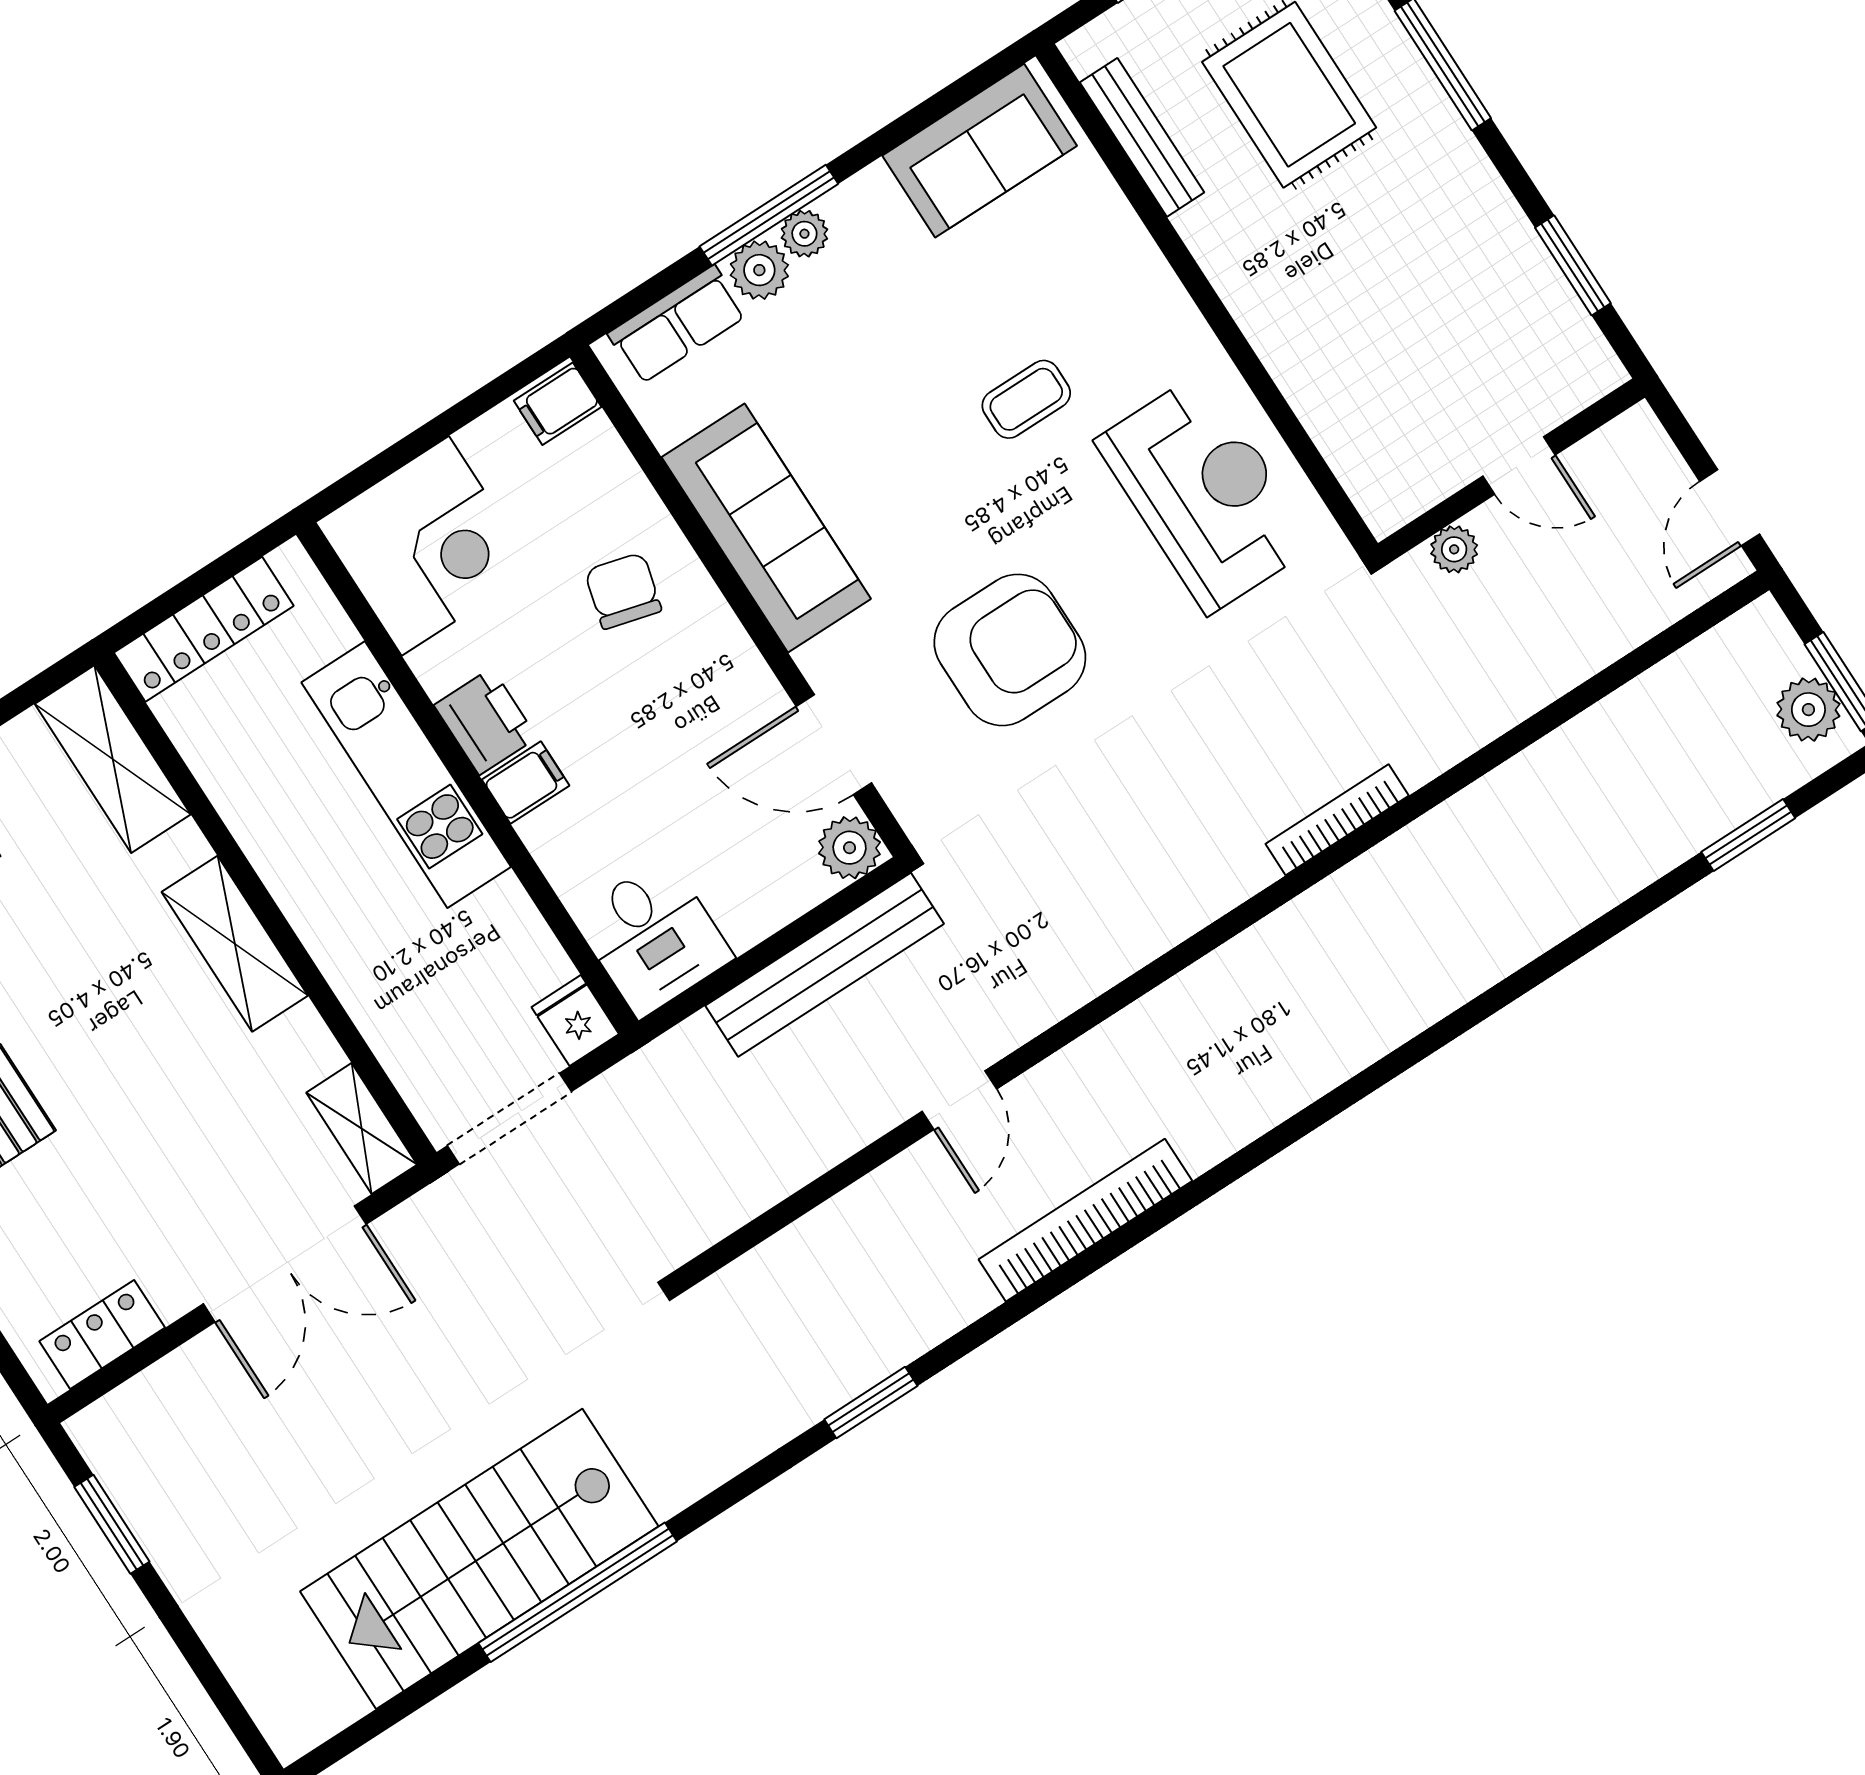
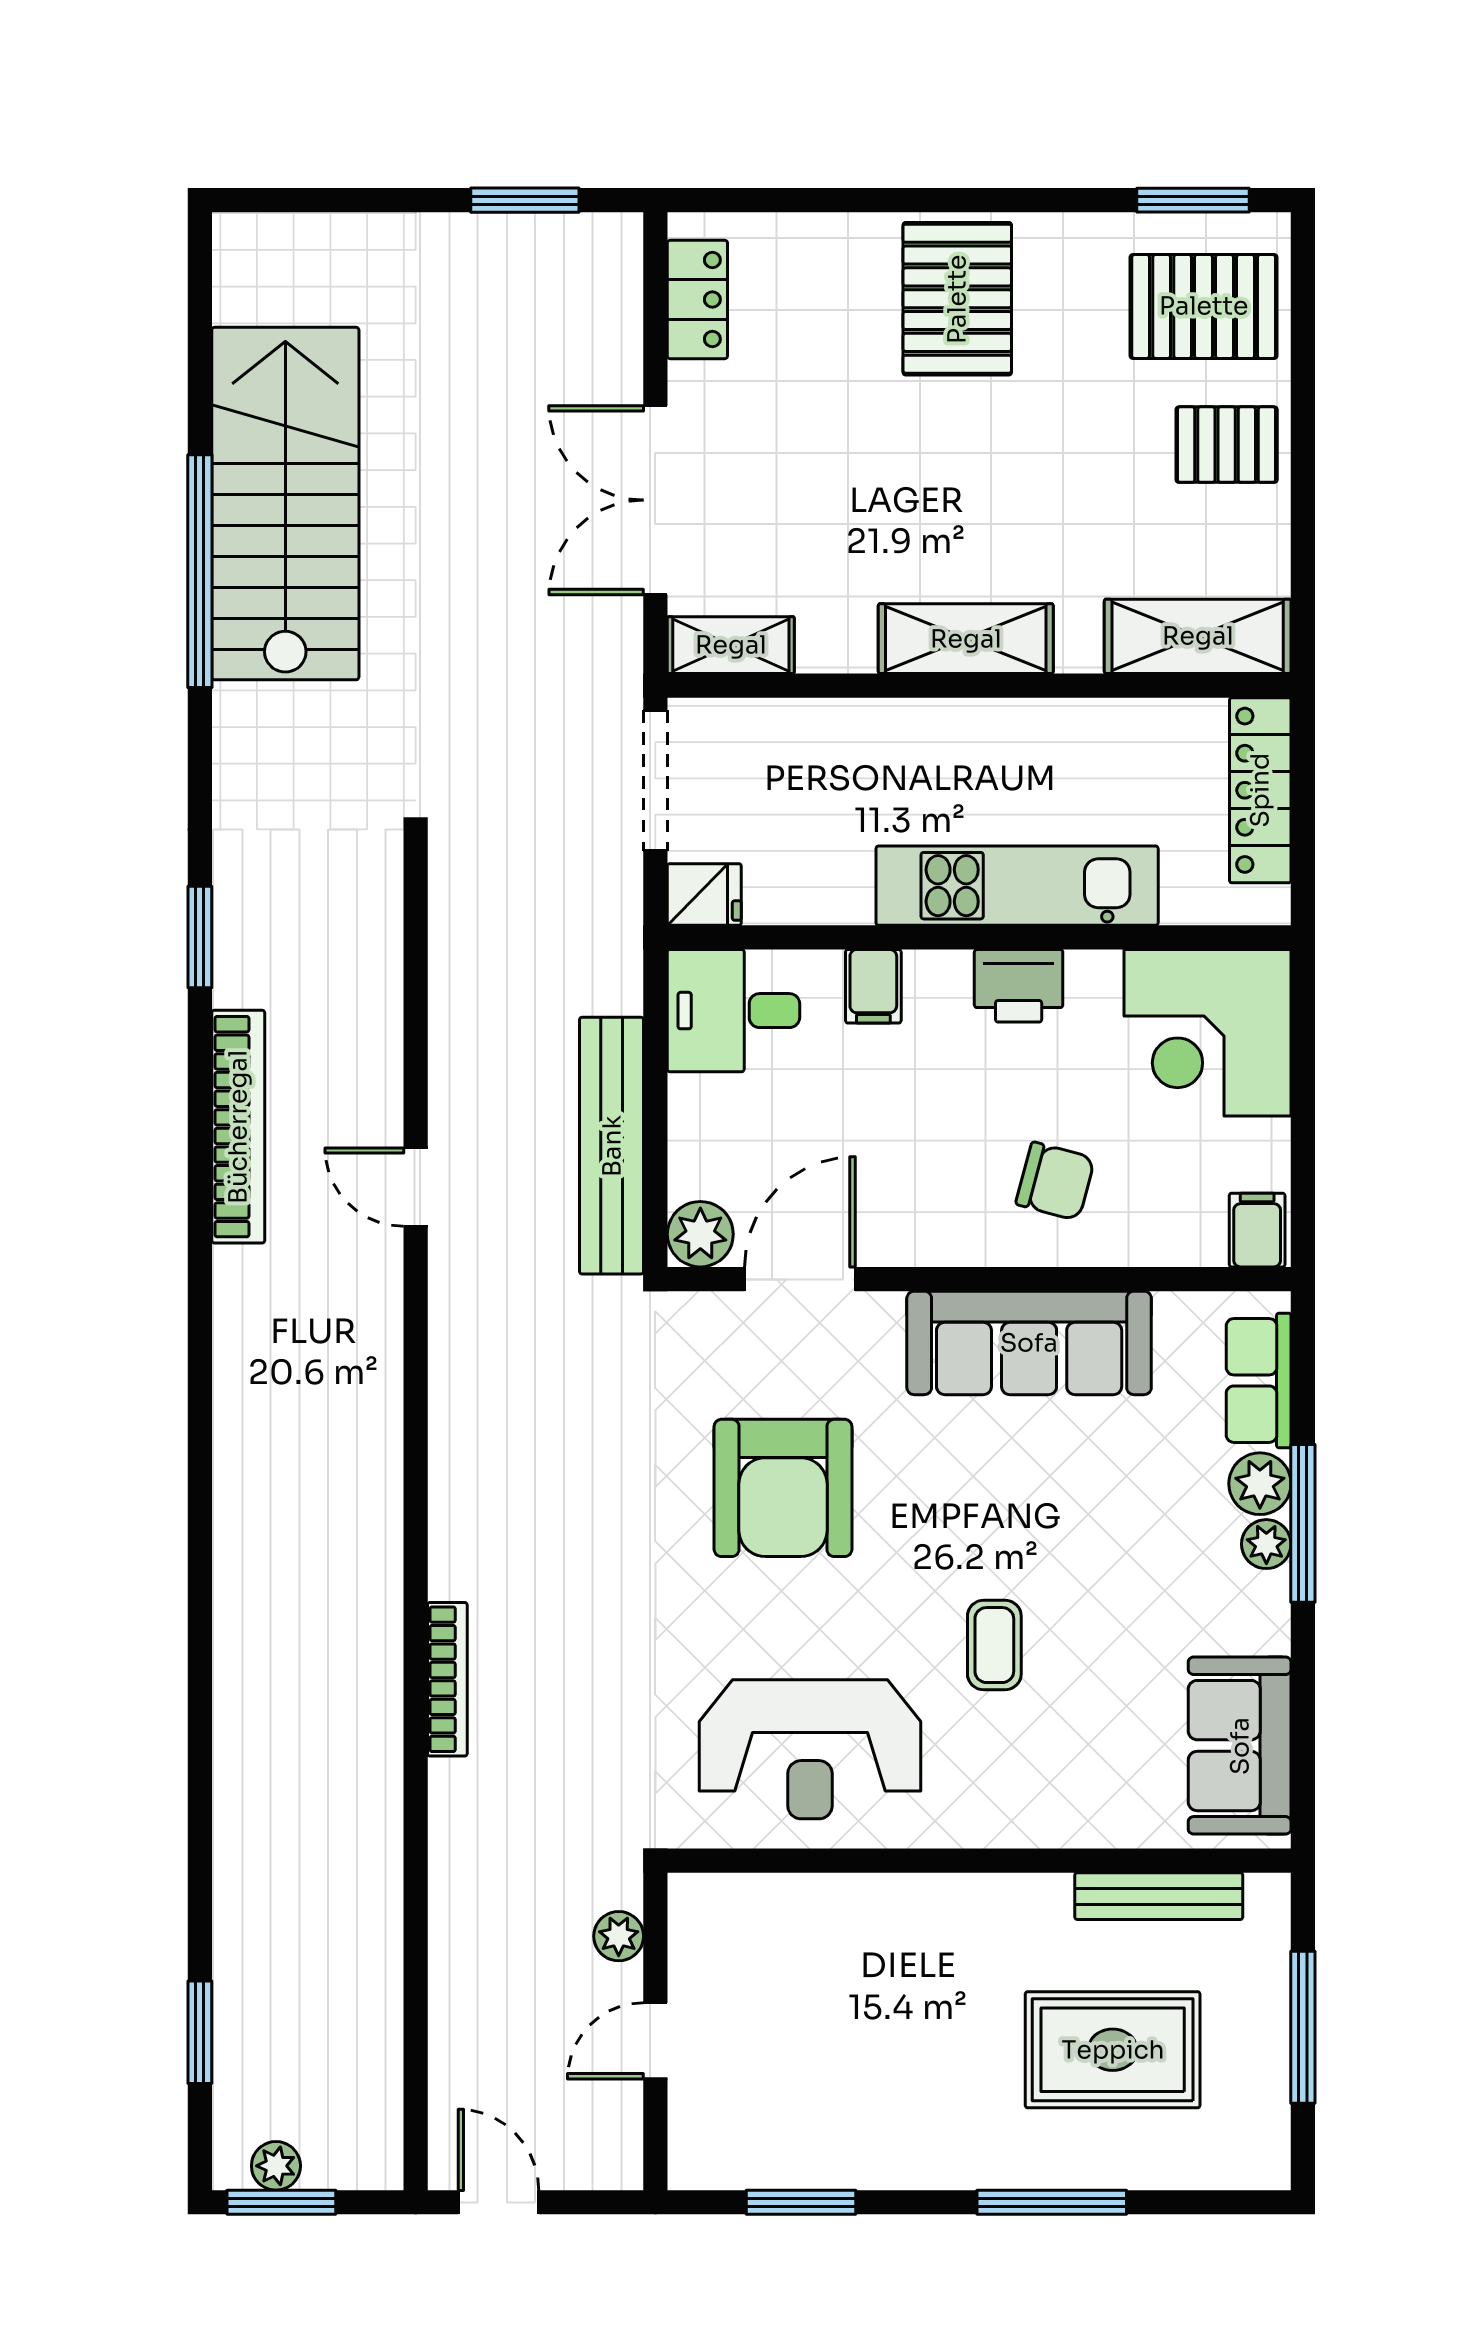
plant: (1808, 710) -> (276, 2166), width x0.73, depth x0.73
filing cabinet: (526, 783) -> (873, 986), moved
bookcase: (1085, 1220) -> (238, 1127), moved

